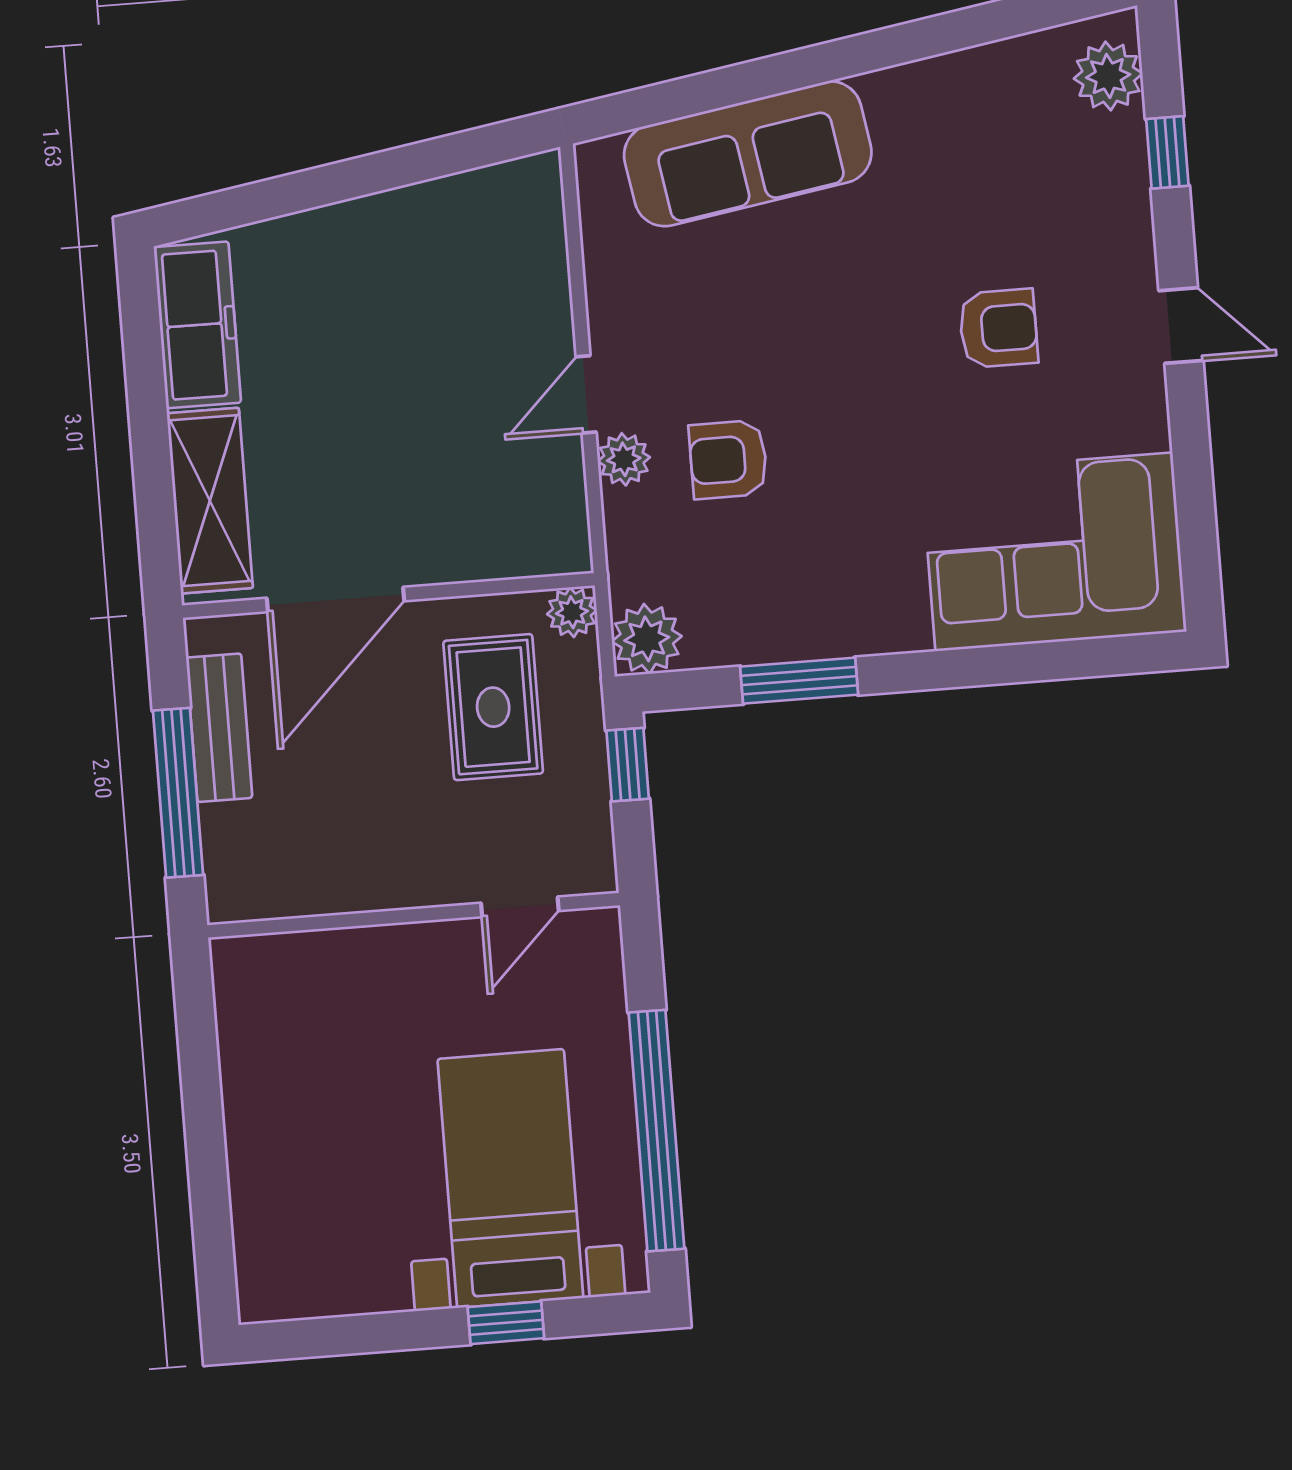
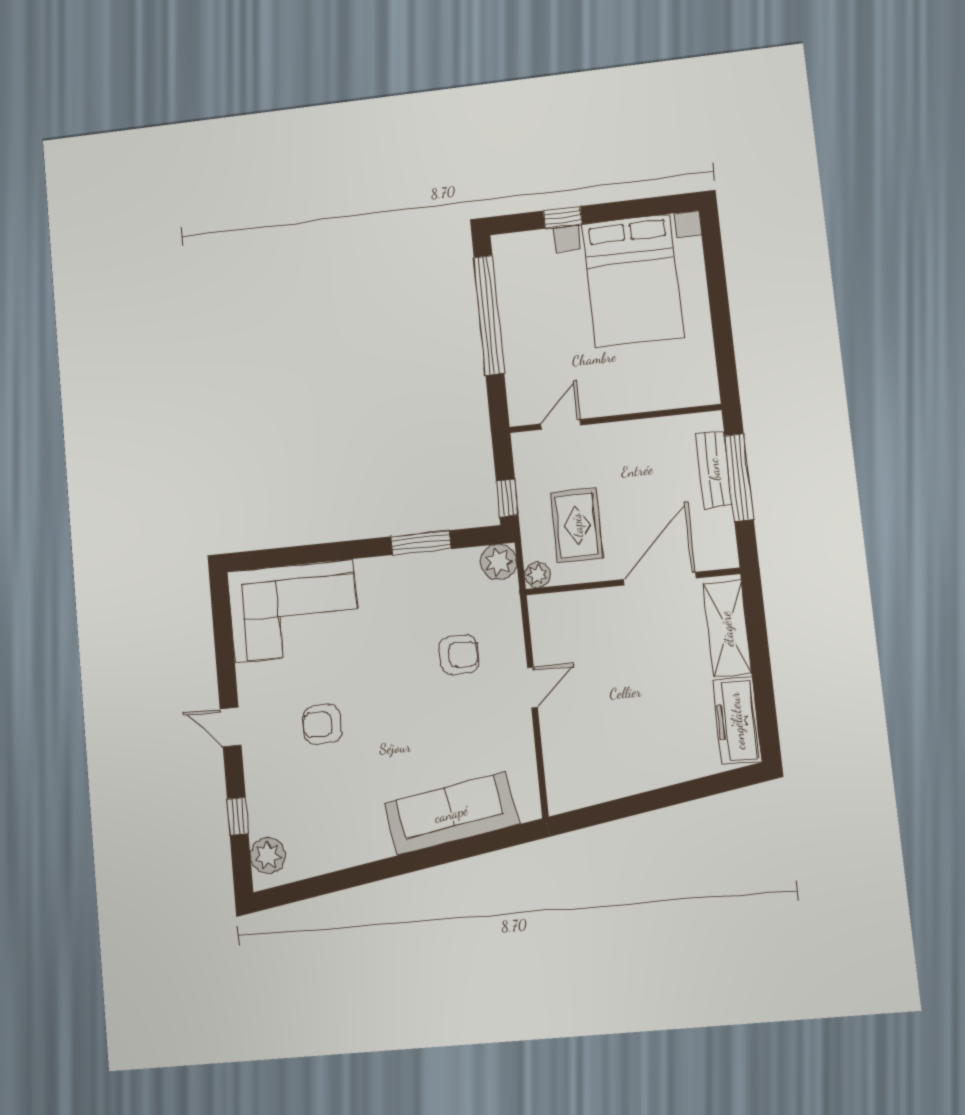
plant: (624, 459) -> (512, 654), removed
bench: (219, 728) -> (714, 469), moved
bed with nightstands: (510, 1178) -> (632, 280), moved, width x1.36

